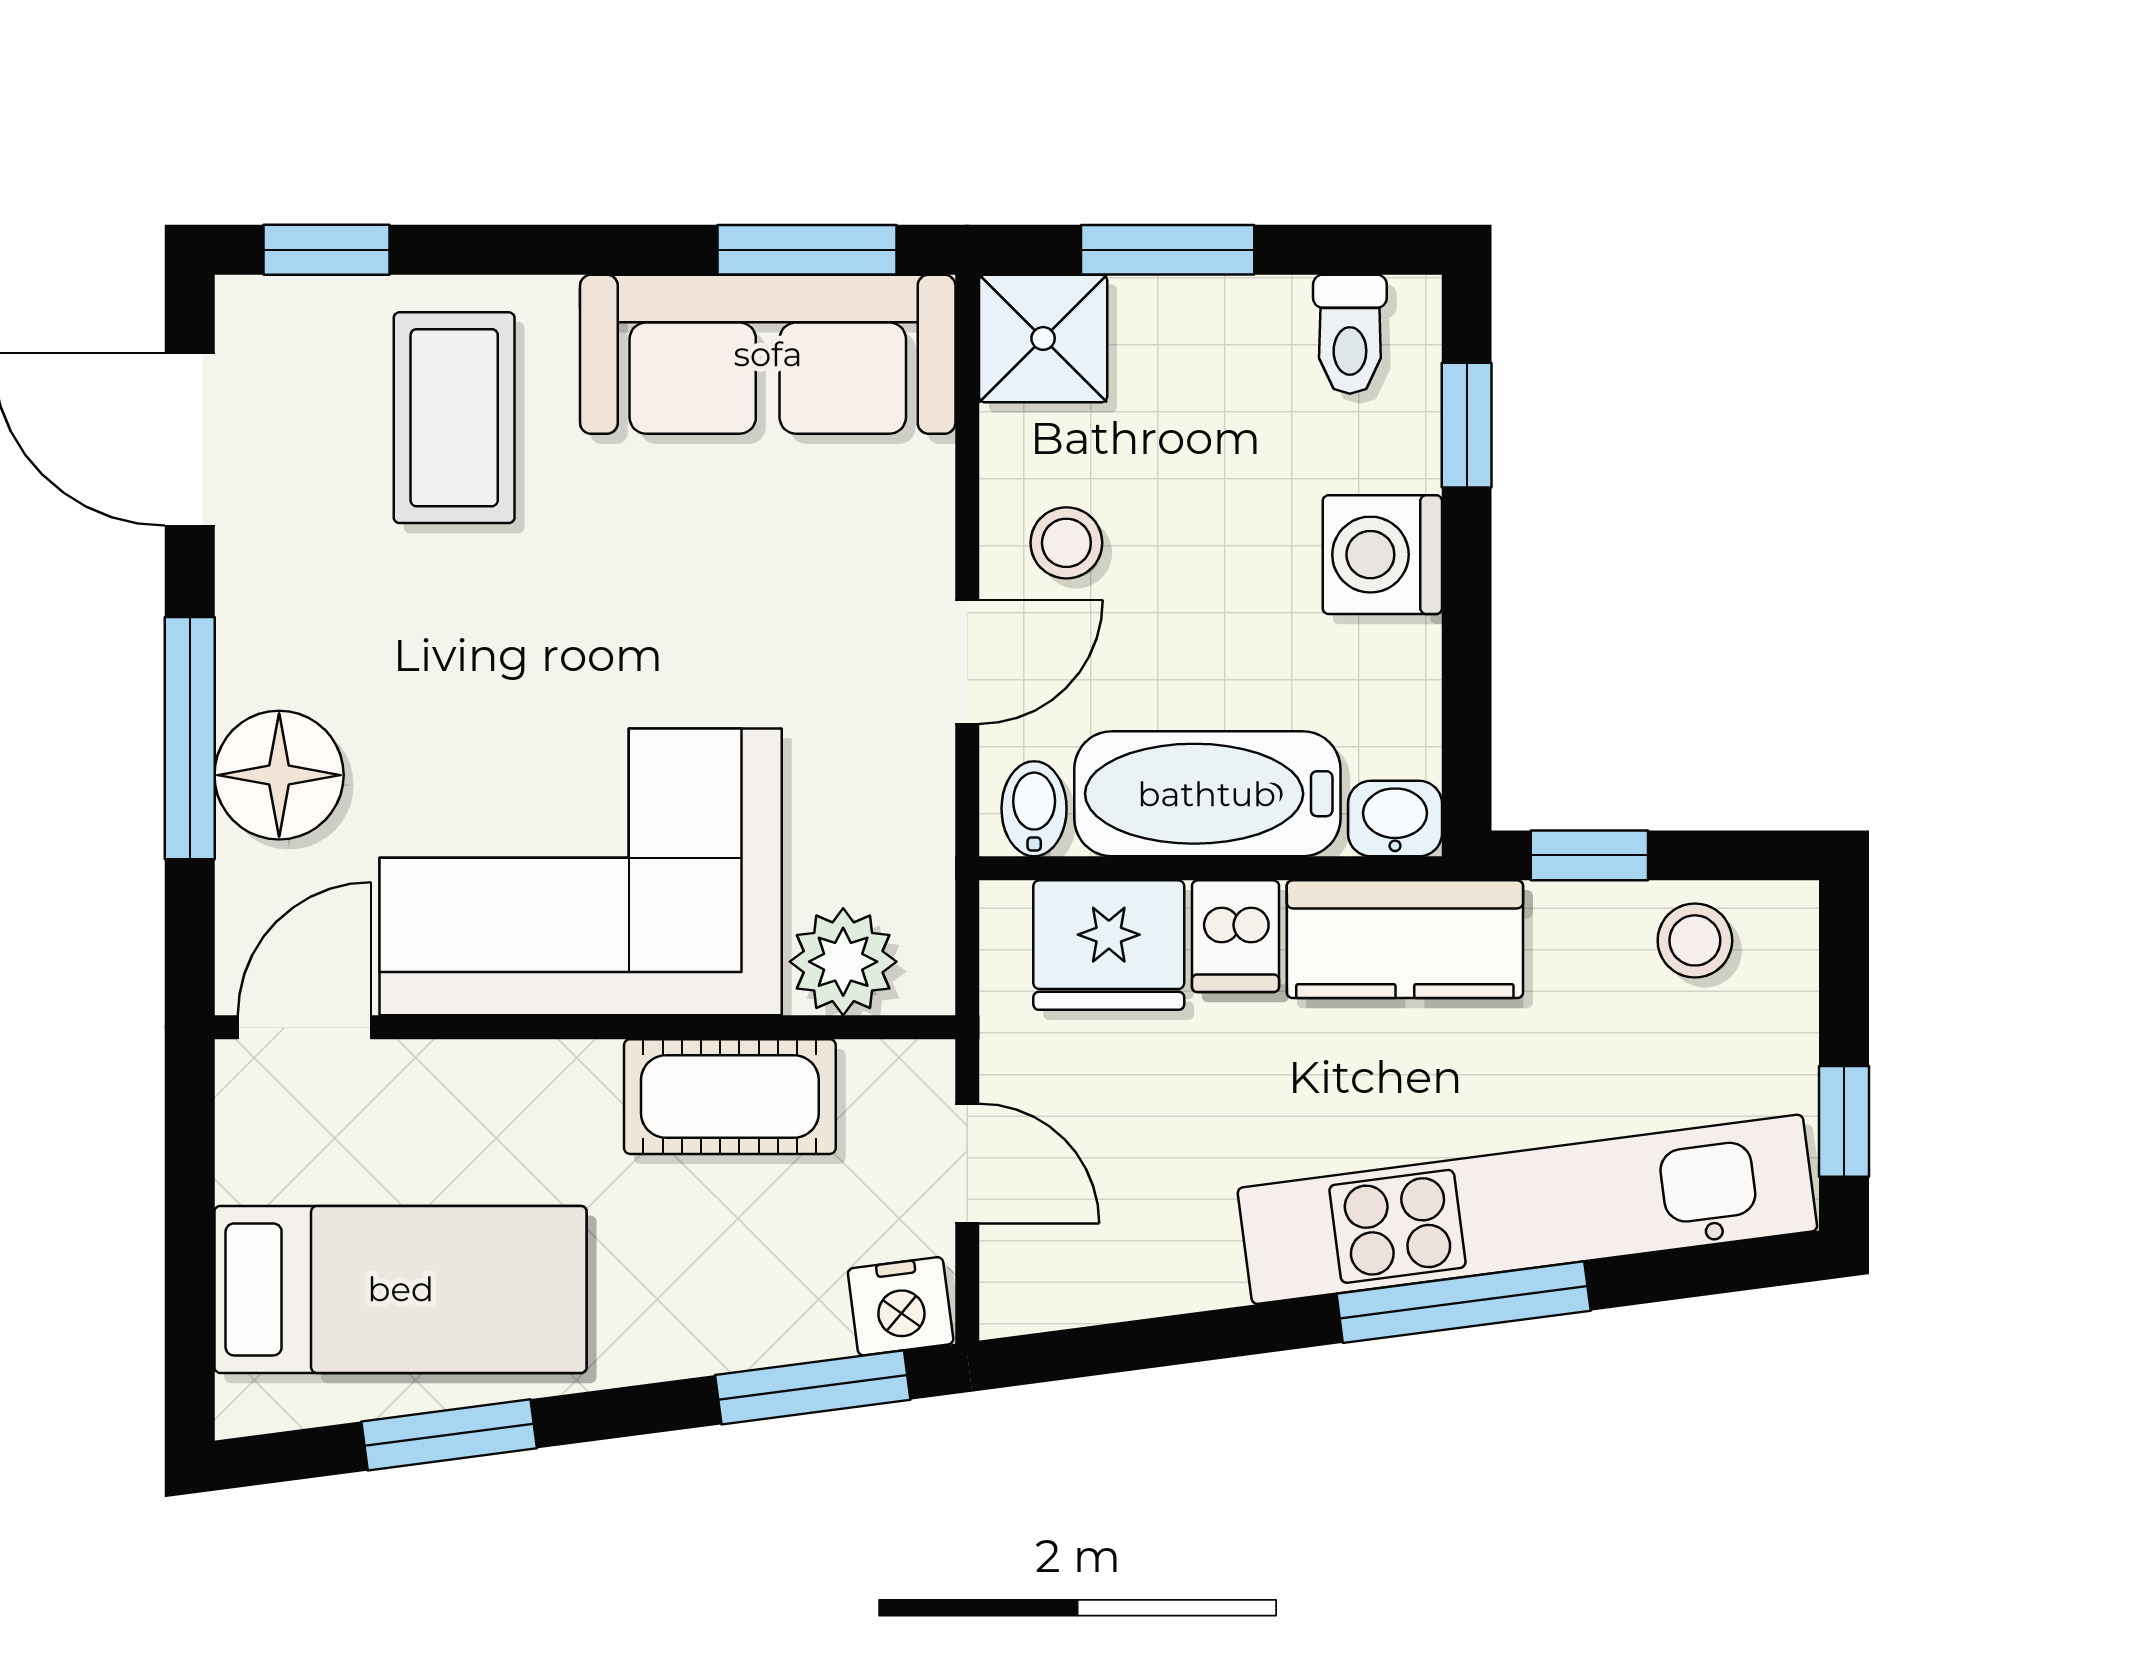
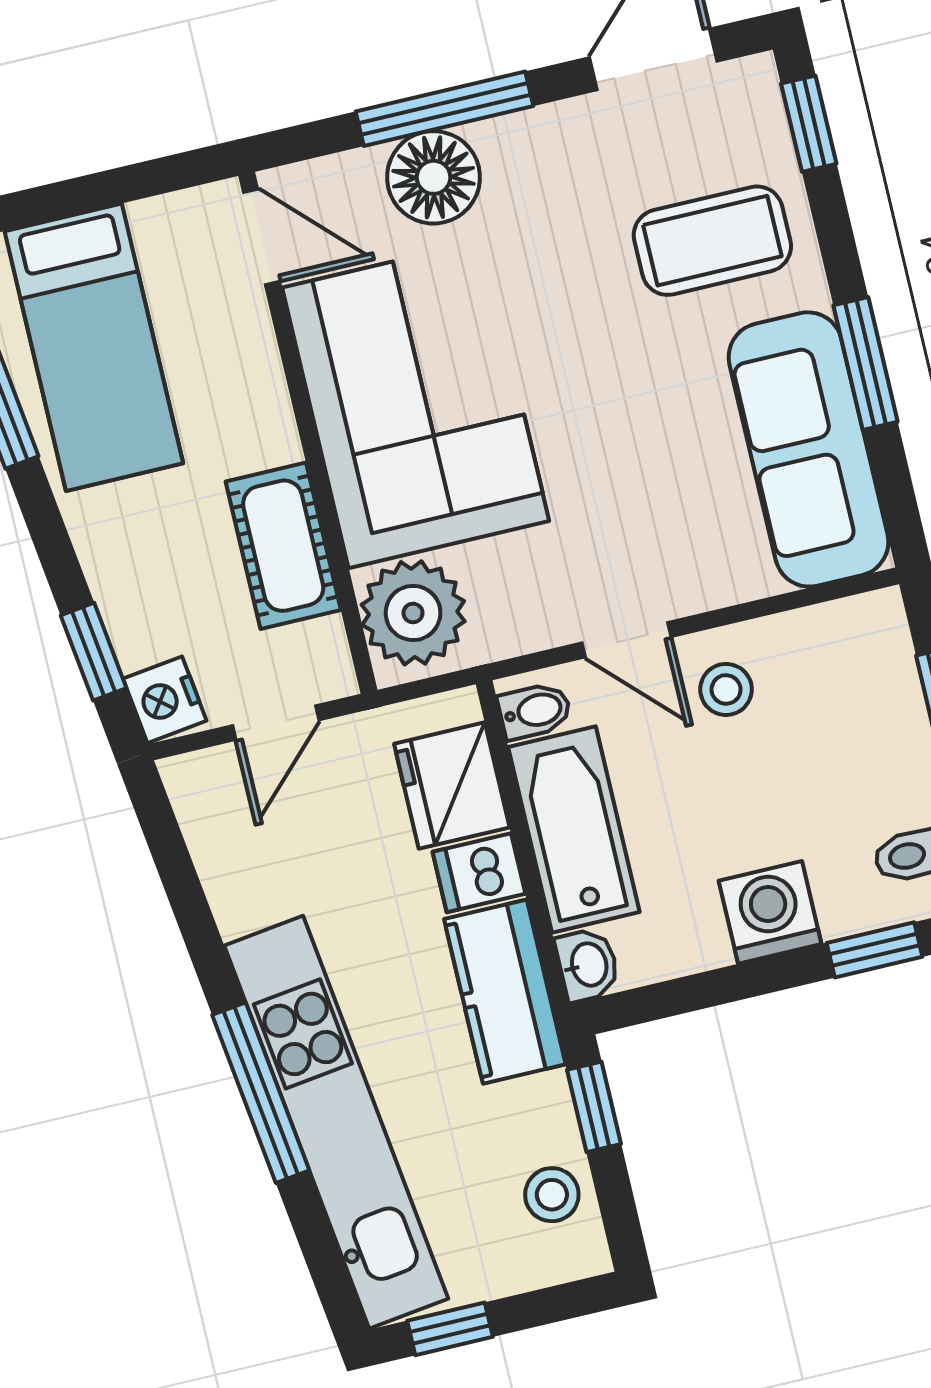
window: (807, 250) -> (865, 364), moved
shower: (1043, 338) -> (865, 639), removed
plant: (843, 962) -> (413, 613), width x1.36, depth x1.36
window: (813, 1387) -> (94, 652), width x0.67

